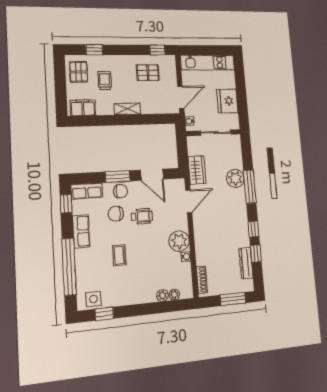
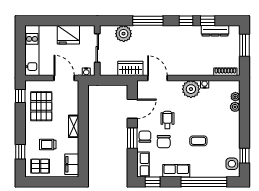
pallet: (148, 73) -> (41, 106), width x1.50, depth x1.42
plant: (235, 178) -> (124, 34), moved

